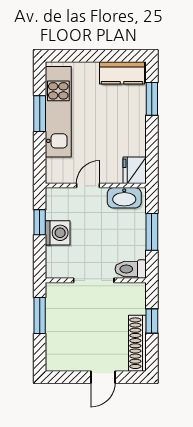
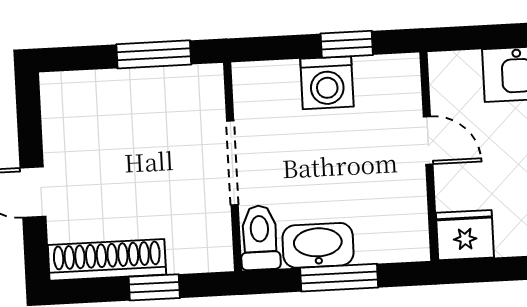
washbasin: (124, 198) -> (318, 245), moved, turned 90

